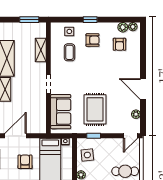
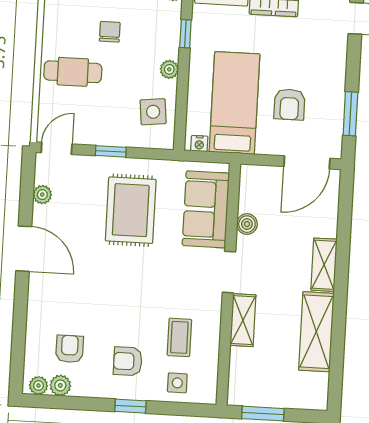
shelving: (41, 50) -> (243, 320), moved
boiler: (41, 106) -> (247, 224), added
window: (94, 136) -> (111, 151), moved

